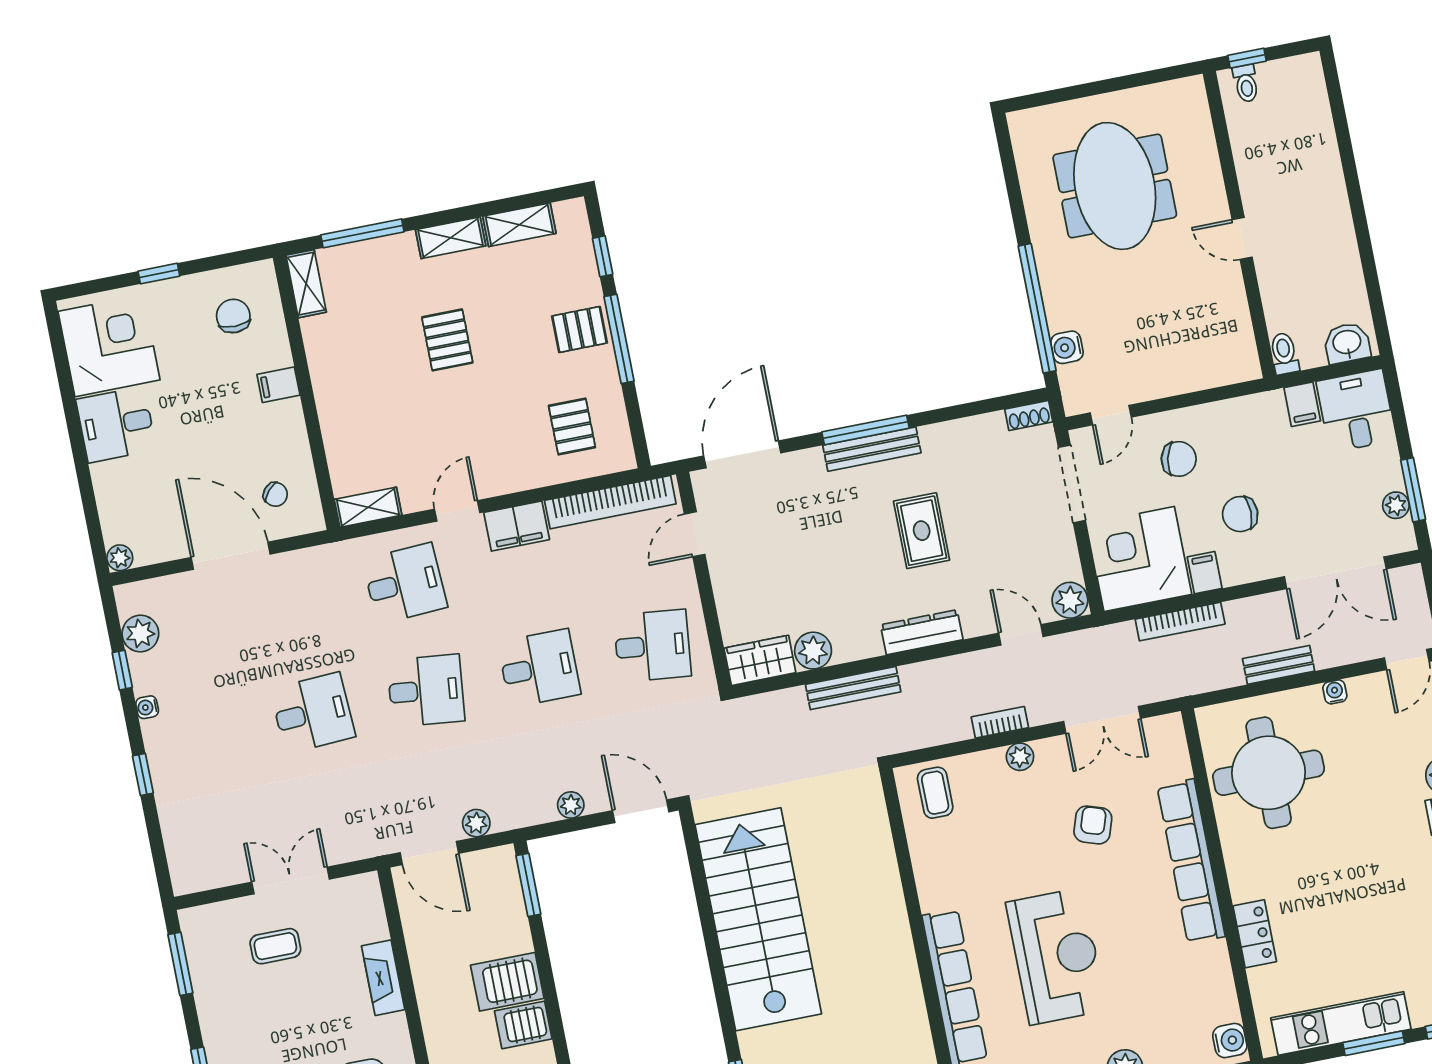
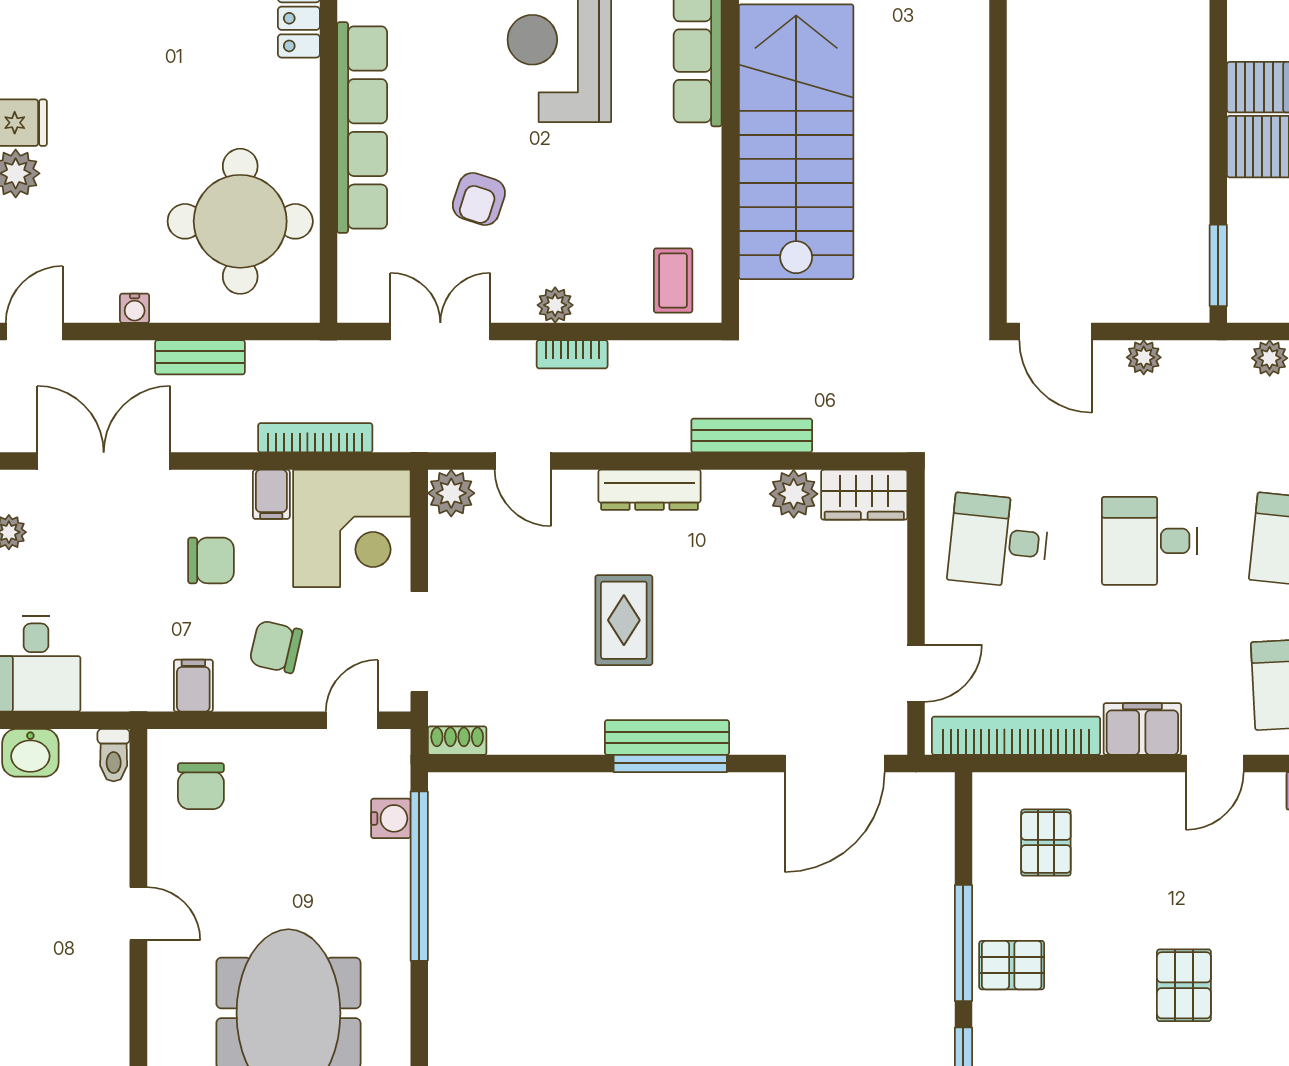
chair: (1214, 343) -> (201, 786), added
filing cabinet: (1302, 404) -> (193, 686), moved
stairs: (758, 919) -> (796, 142), moved, turned 180

